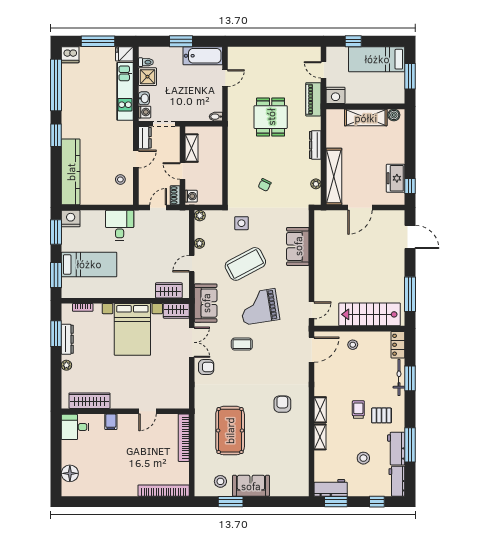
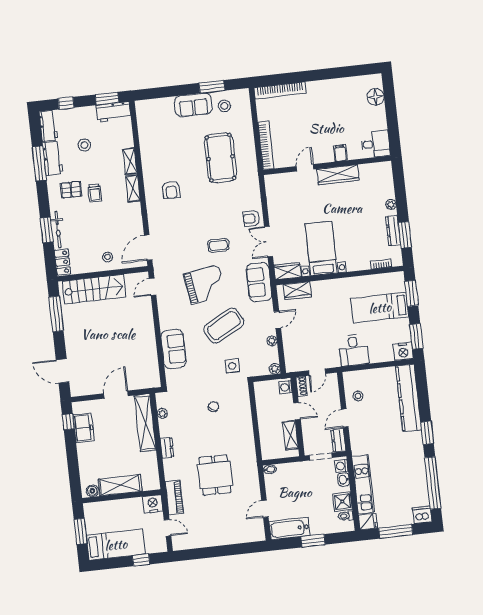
dresser: (315, 145) -> (167, 448), width x0.70
bed with nightstands: (132, 329) -> (321, 249), width x0.73
wardrobe: (89, 401) -> (338, 175), moved

